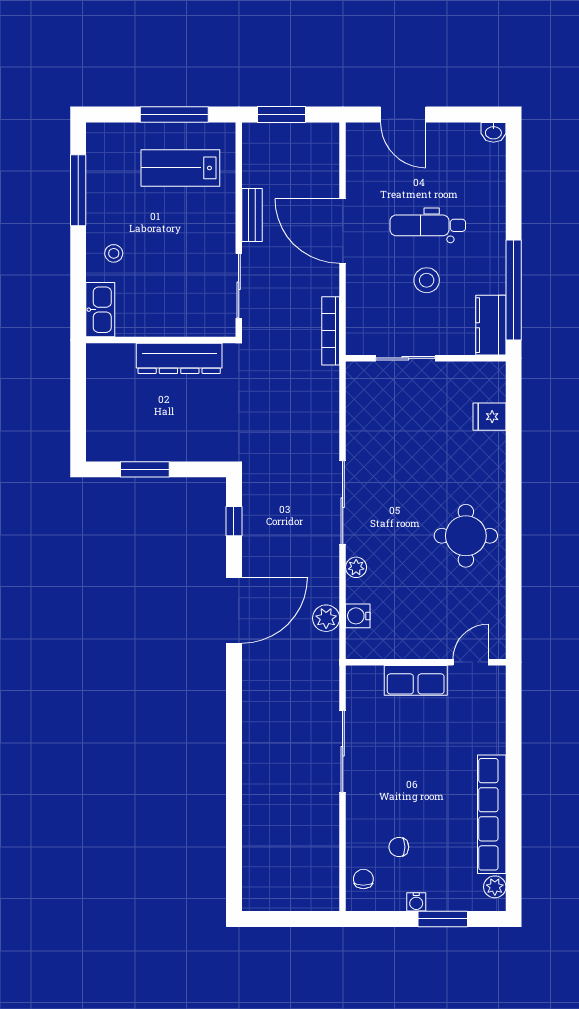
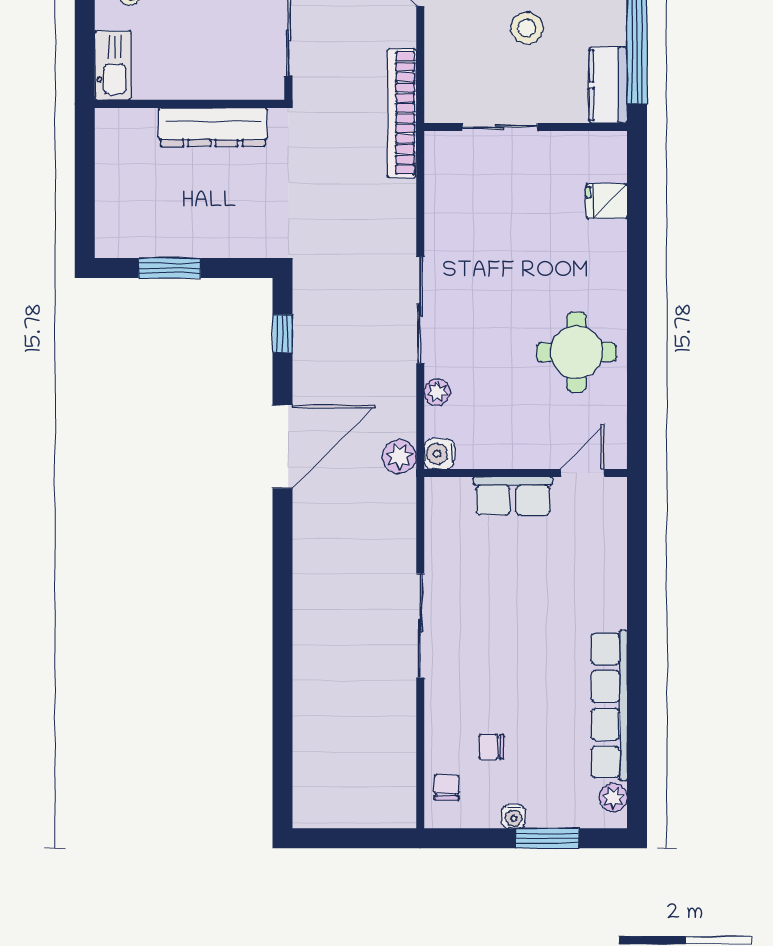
bookcase: (331, 331) -> (402, 113), width x1.48, depth x1.31
wall: (426, 662) -> (526, 473), moved
door: (471, 662) -> (583, 473), moved
row of seats: (416, 680) -> (513, 496), moved

